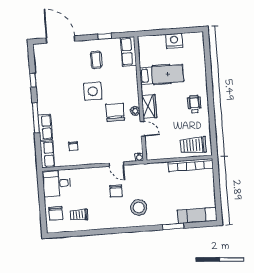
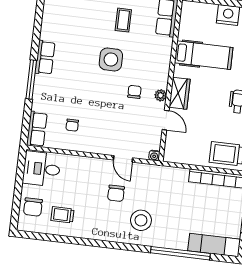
window: (33, 80) -> (37, 31), removed
chair: (115, 112) -> (134, 92), width x0.54, depth x0.54
row of seats: (45, 127) -> (45, 58), moved
window: (173, 226) -> (180, 253), width x2.11

